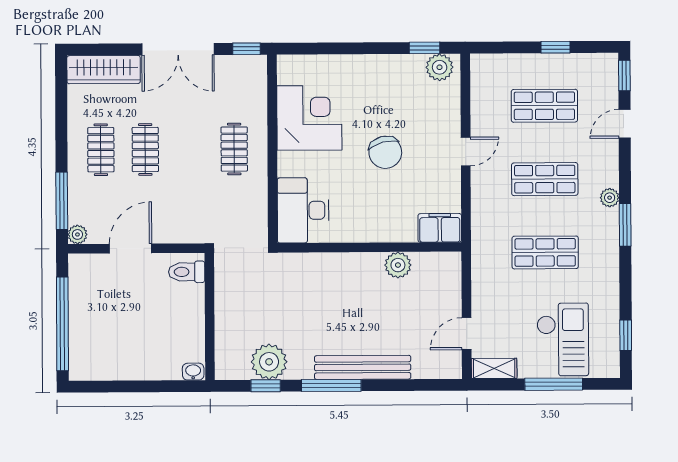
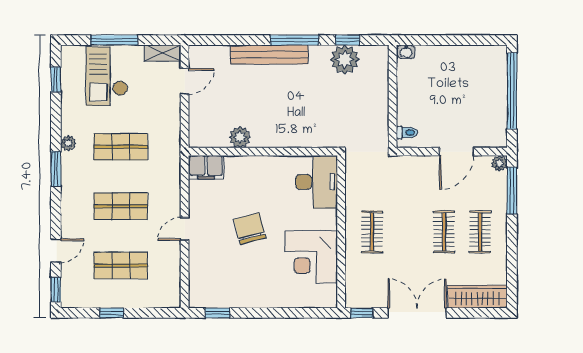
plant: (440, 67) -> (205, 297), removed
plant: (610, 198) -> (68, 143), moved
toilet: (187, 272) -> (407, 133), width x0.73, depth x0.72

